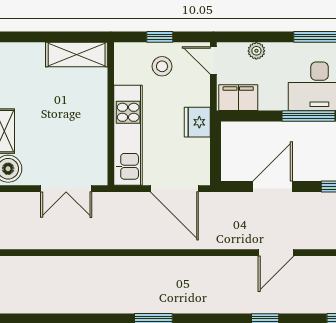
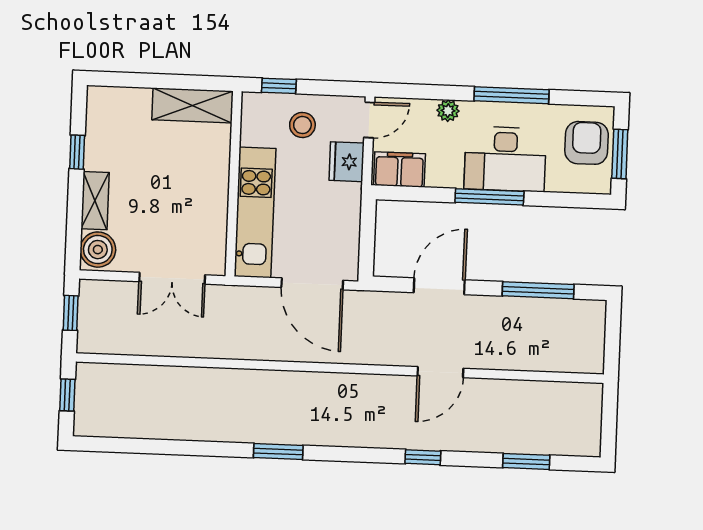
window: (160, 37) -> (279, 86), moved
plant: (256, 51) -> (448, 111), moved
door: (213, 60) -> (369, 120), swing flipped
fridge: (197, 122) -> (347, 162), moved

